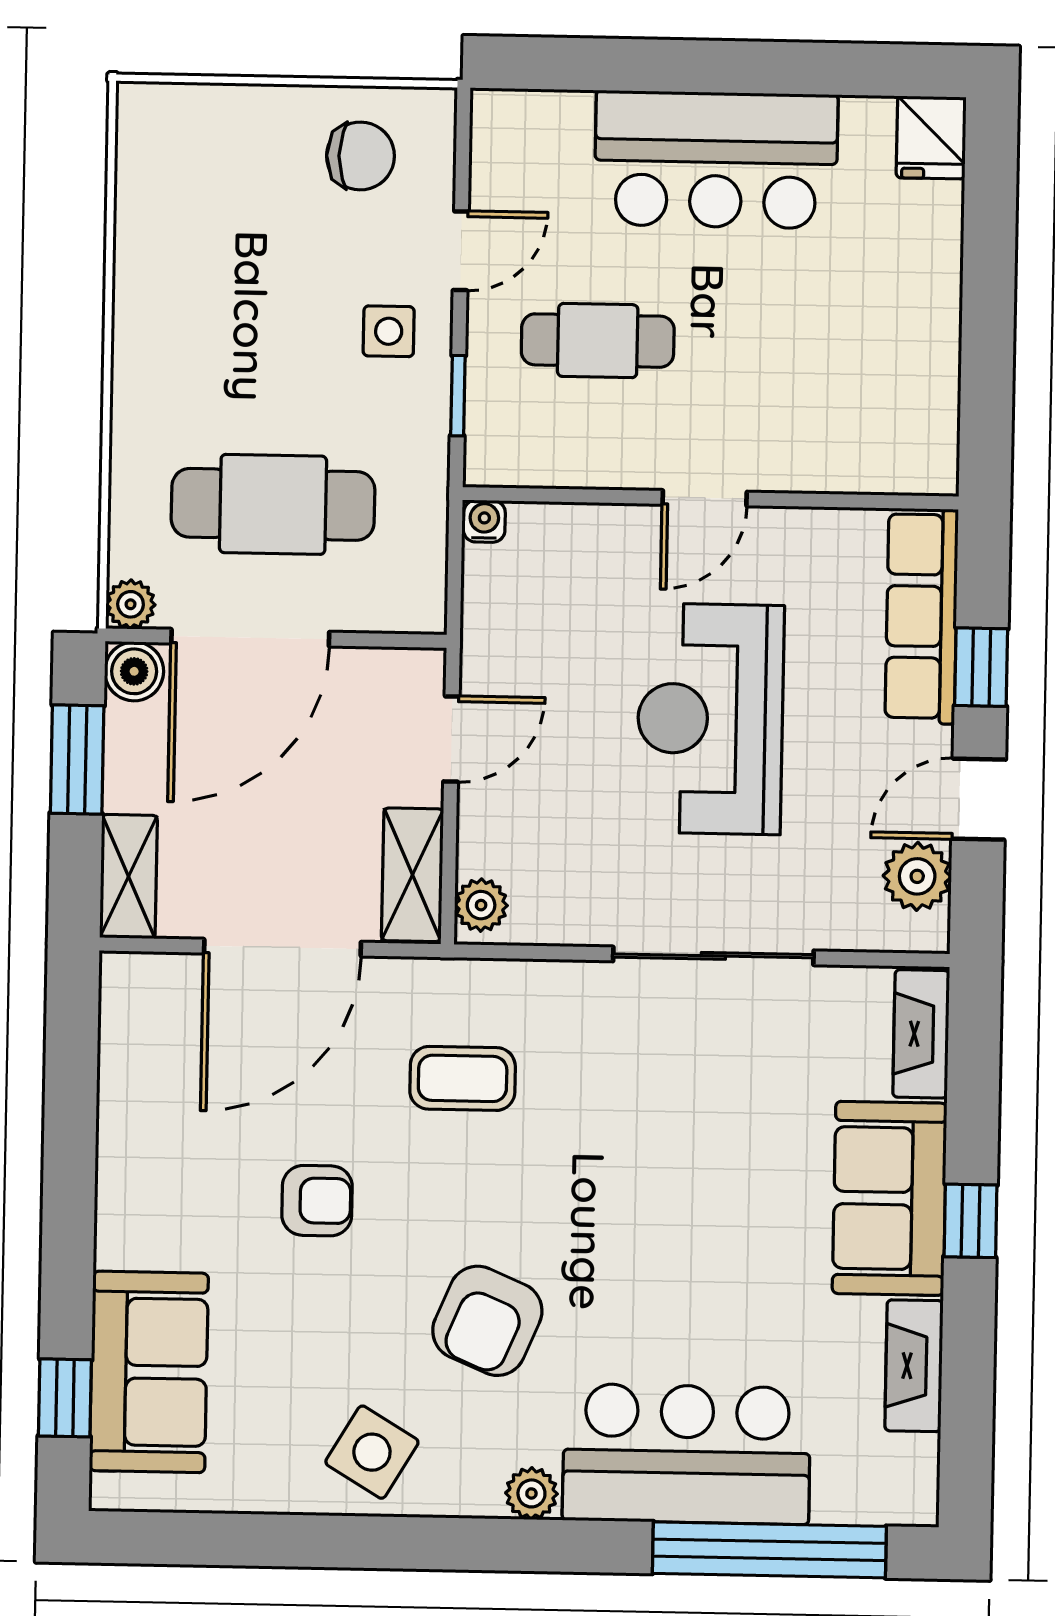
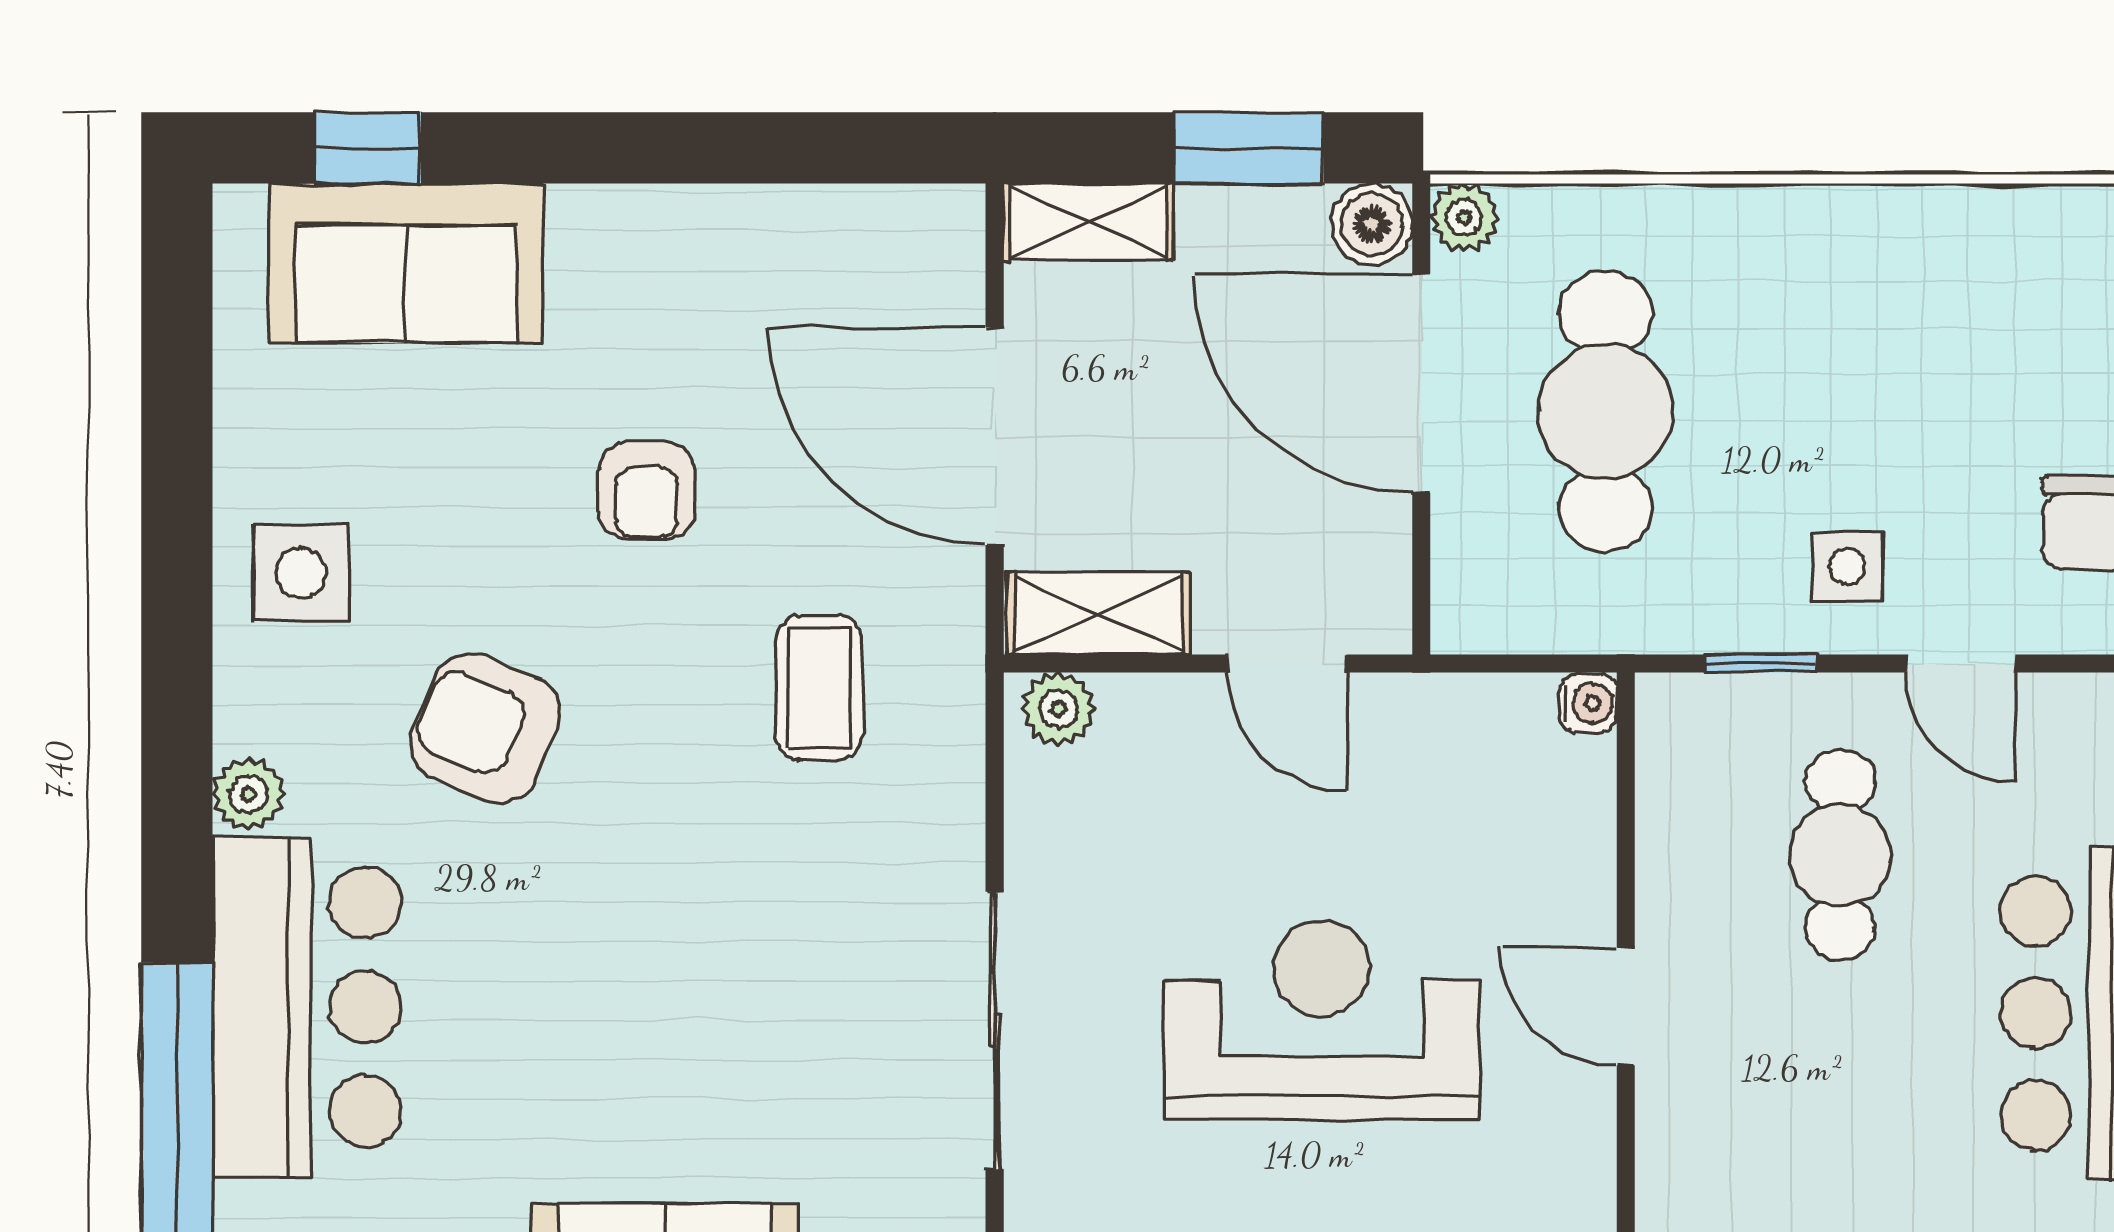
side table: (372, 1452) -> (301, 573), turned -31

